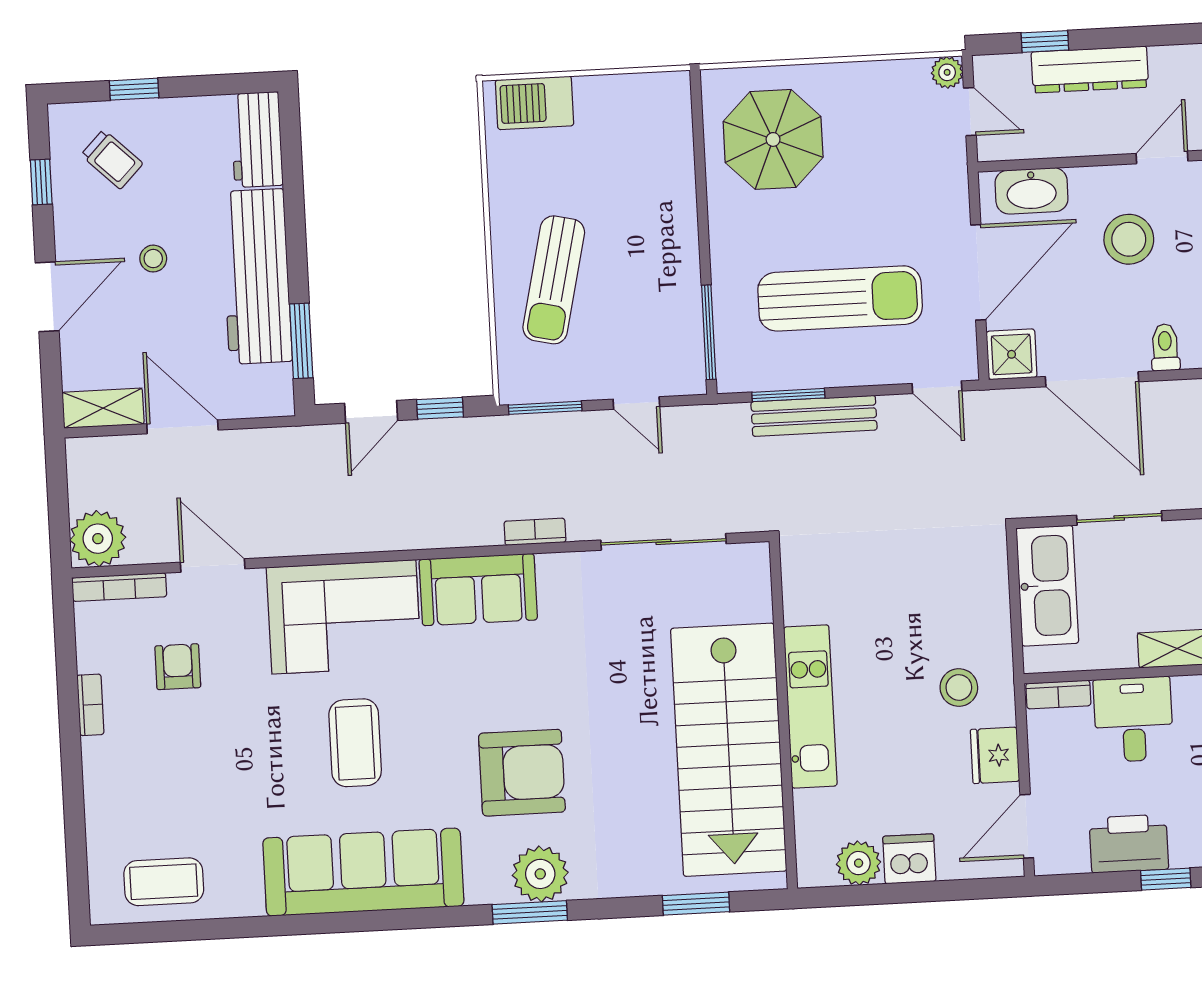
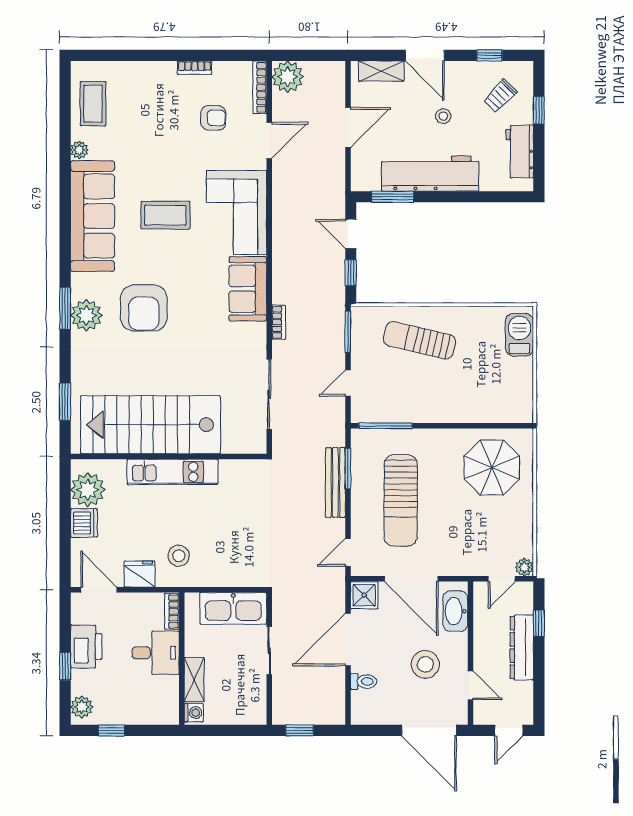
workbench: (257, 140) -> (520, 152), moved, turned -90
shelving: (103, 408) -> (381, 71), moved, turned 90
plant: (859, 863) -> (88, 490), width x1.36, depth x1.36
plant: (247, 902) -> (79, 150), added

